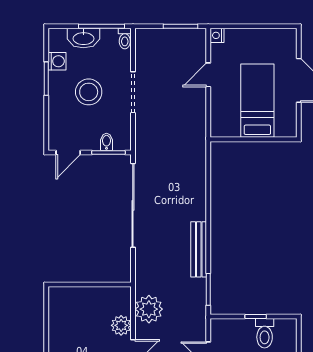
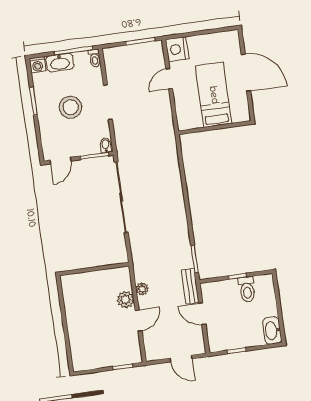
nightstand: (217, 35) -> (177, 49), width x1.89, depth x1.79
washing machine: (57, 61) -> (38, 65), moved, turned 90
bidet: (106, 142) -> (106, 145), moved
bench: (199, 249) -> (190, 286), moved, width x0.73
plant: (149, 309) -> (142, 289), width x0.53, depth x0.53

